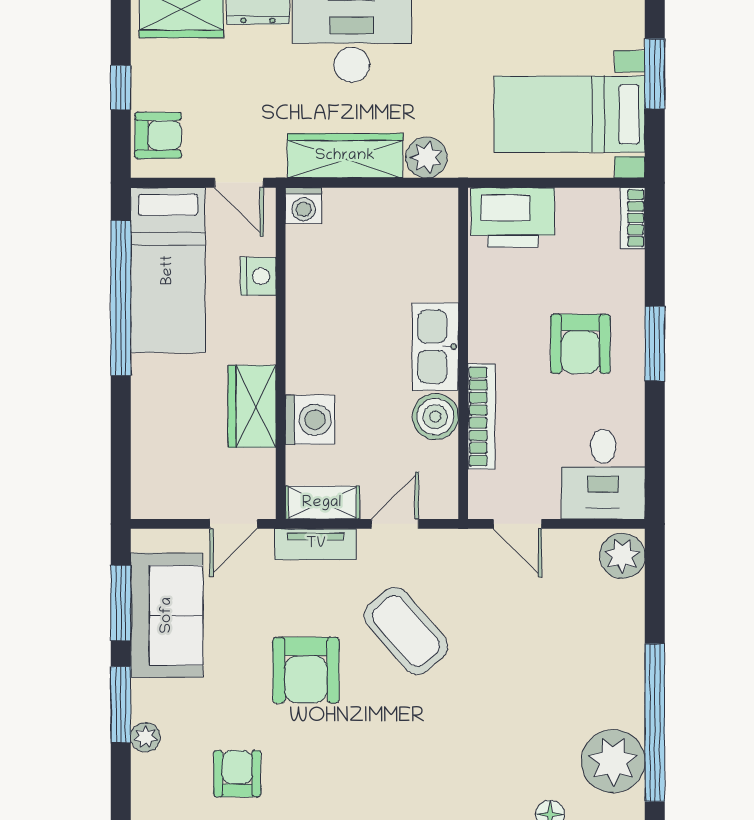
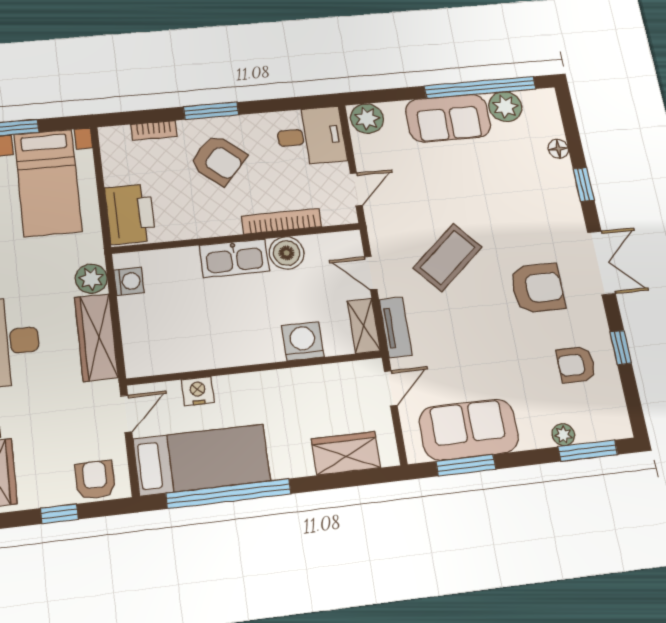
washing machine: (304, 206) -> (129, 281), moved
bookcase: (633, 218) -> (154, 130), moved
armchair: (580, 344) -> (218, 160), turned 41
wardrobe: (252, 406) -> (346, 453), moved, turned 180
door: (233, 524) -> (391, 388), hinge flipped
sofa: (612, 669) -> (448, 118), added
armchair: (306, 670) -> (537, 288), moved
window: (121, 705) -> (588, 451), moved
plant: (613, 761) -> (505, 107), width x0.73, depth x0.73

